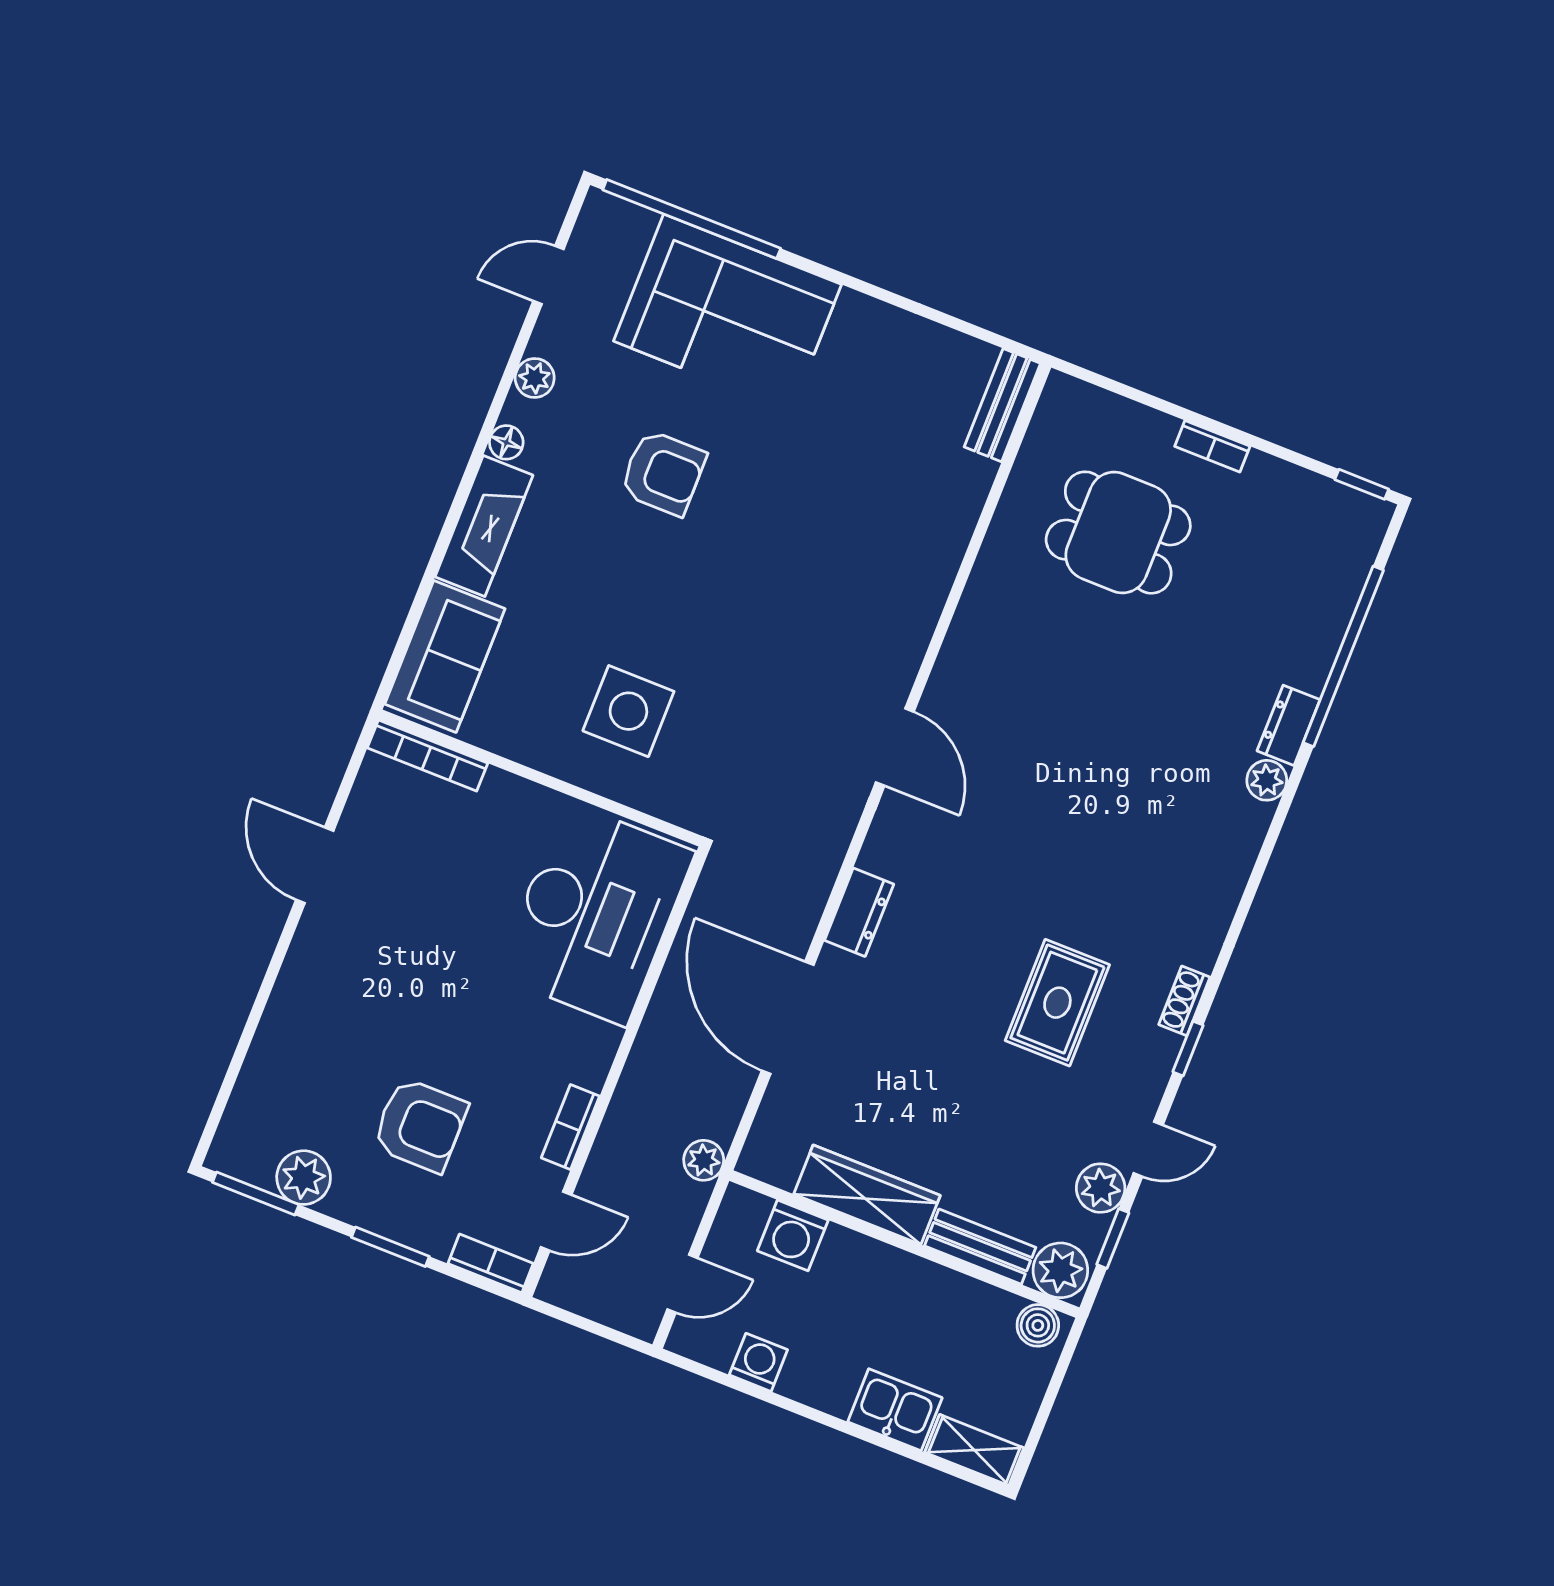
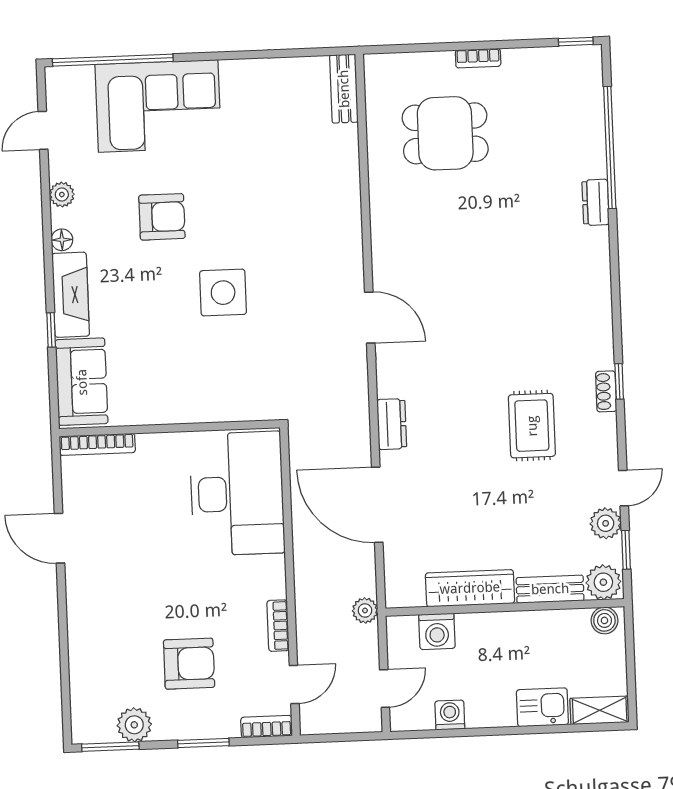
window: (434, 564) -> (51, 330), added
side table: (628, 711) -> (223, 293), moved
plant: (1267, 780) -> (597, 240), removed
window: (1188, 1049) -> (619, 381), moved

